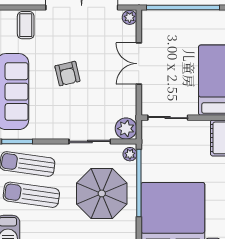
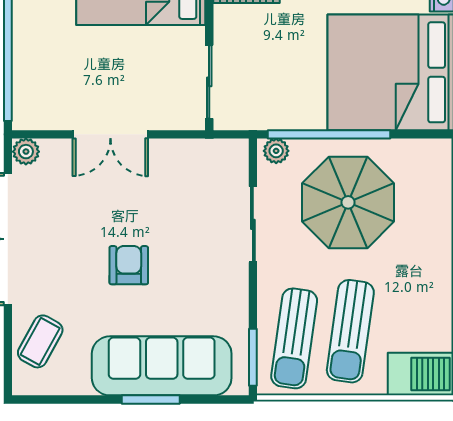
coffee table: (26, 25) -> (40, 341), turned -61
armchair: (67, 74) -> (129, 265), turned -77
plant: (126, 129) -> (229, 158), removed

